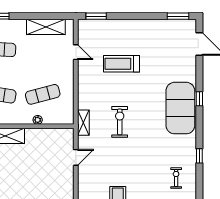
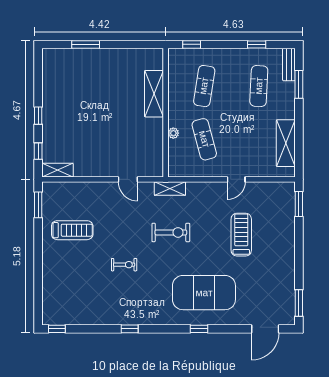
door: (76, 52) -> (236, 179), moved
exercise mat: (180, 108) -> (204, 293), moved
exercise bike: (176, 178) -> (124, 265), moved

